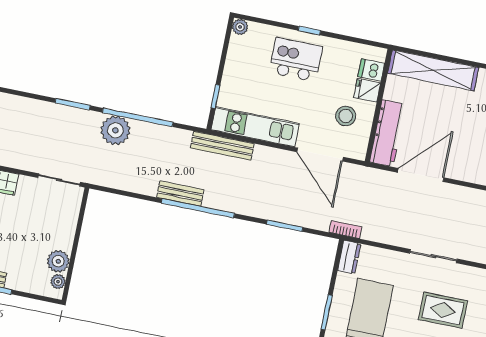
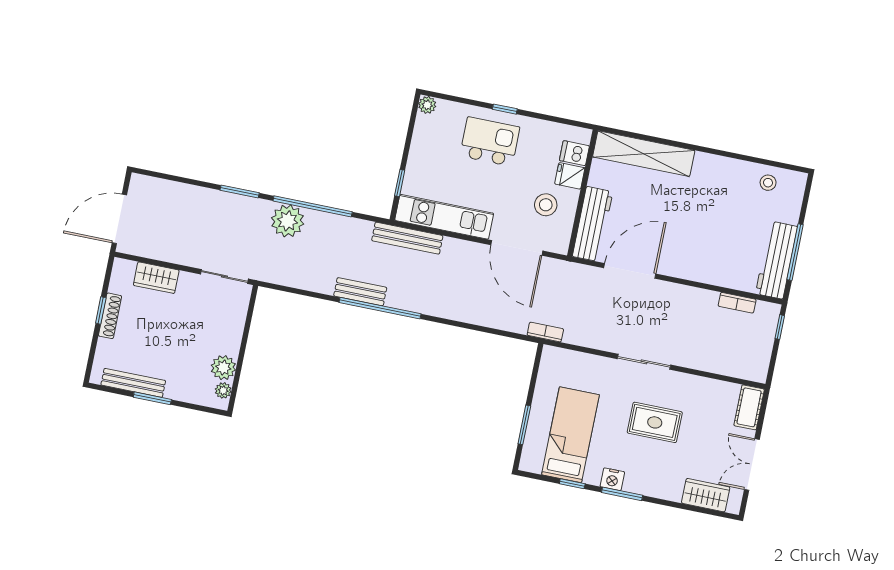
window: (285, 226) -> (477, 328), removed
dresser: (349, 257) -> (550, 363), removed

